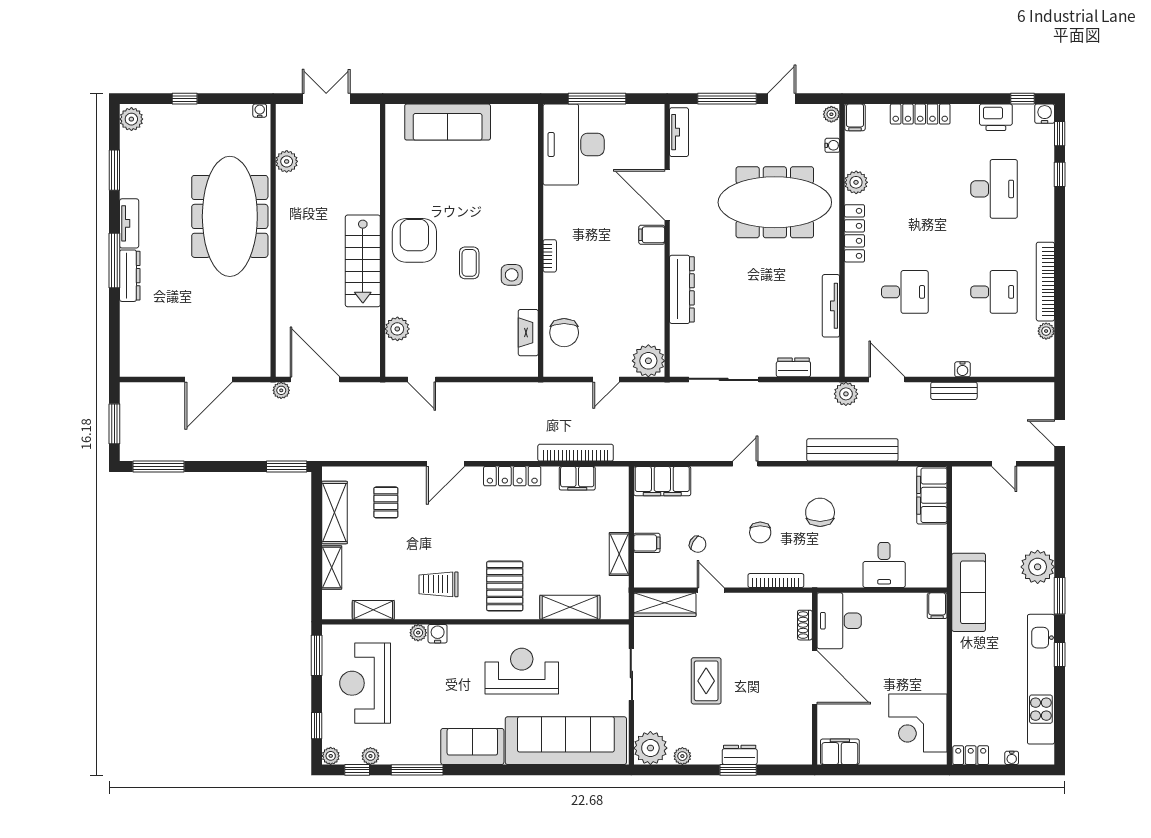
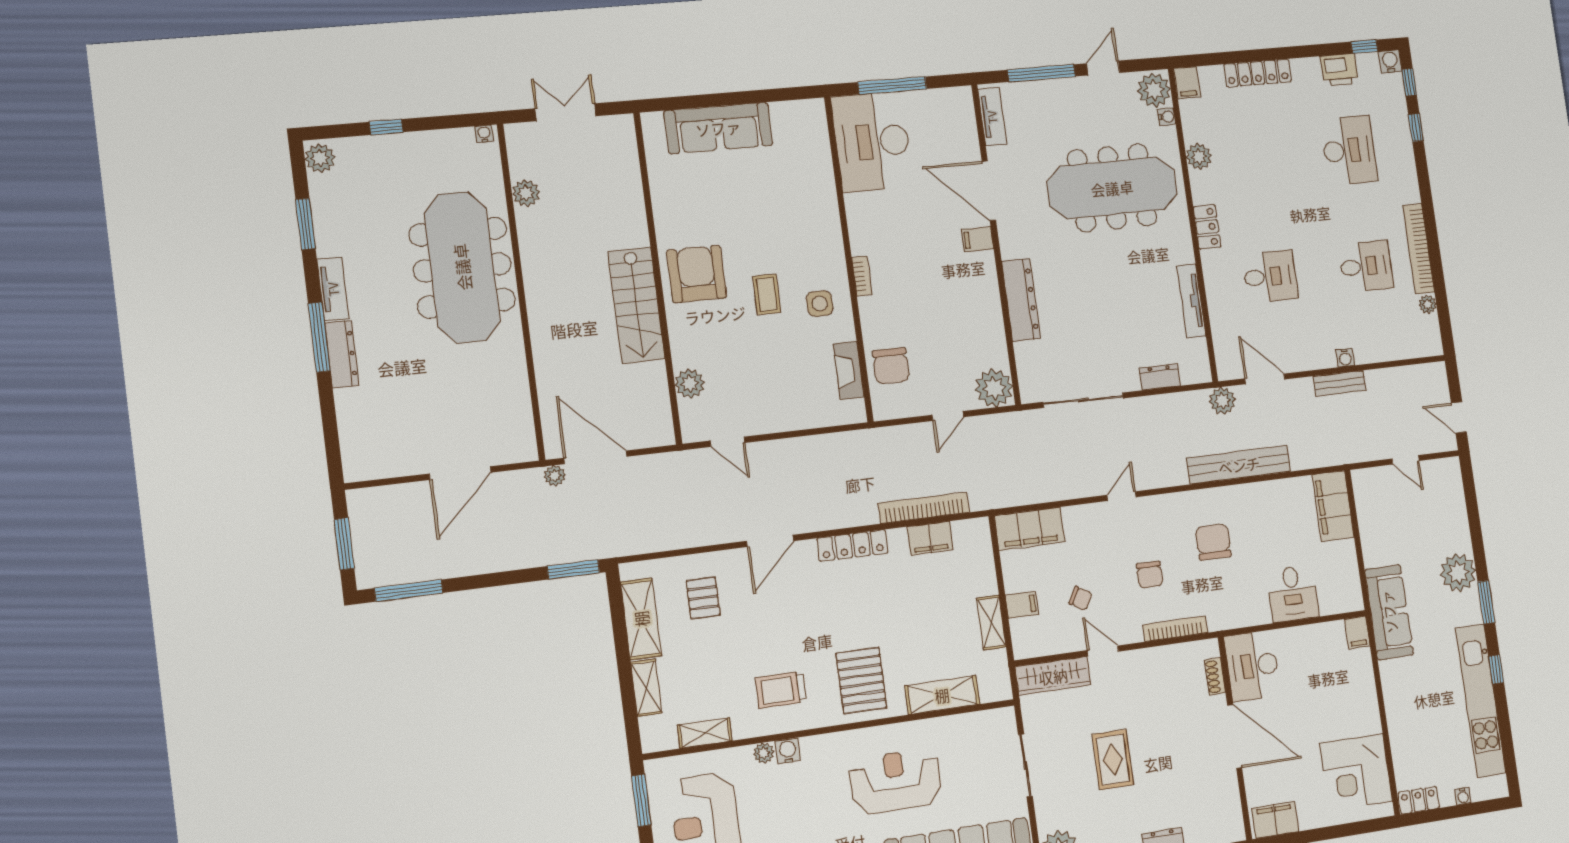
plant: (831, 114) -> (1154, 90), width x1.87, depth x1.87
locker: (854, 233) -> (1207, 227), width x0.66

